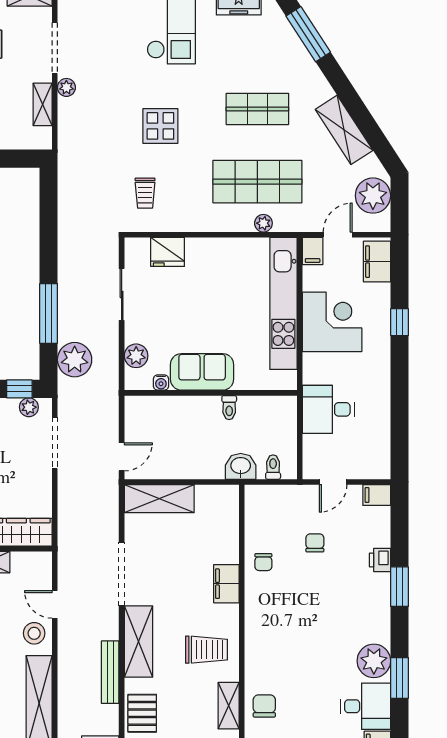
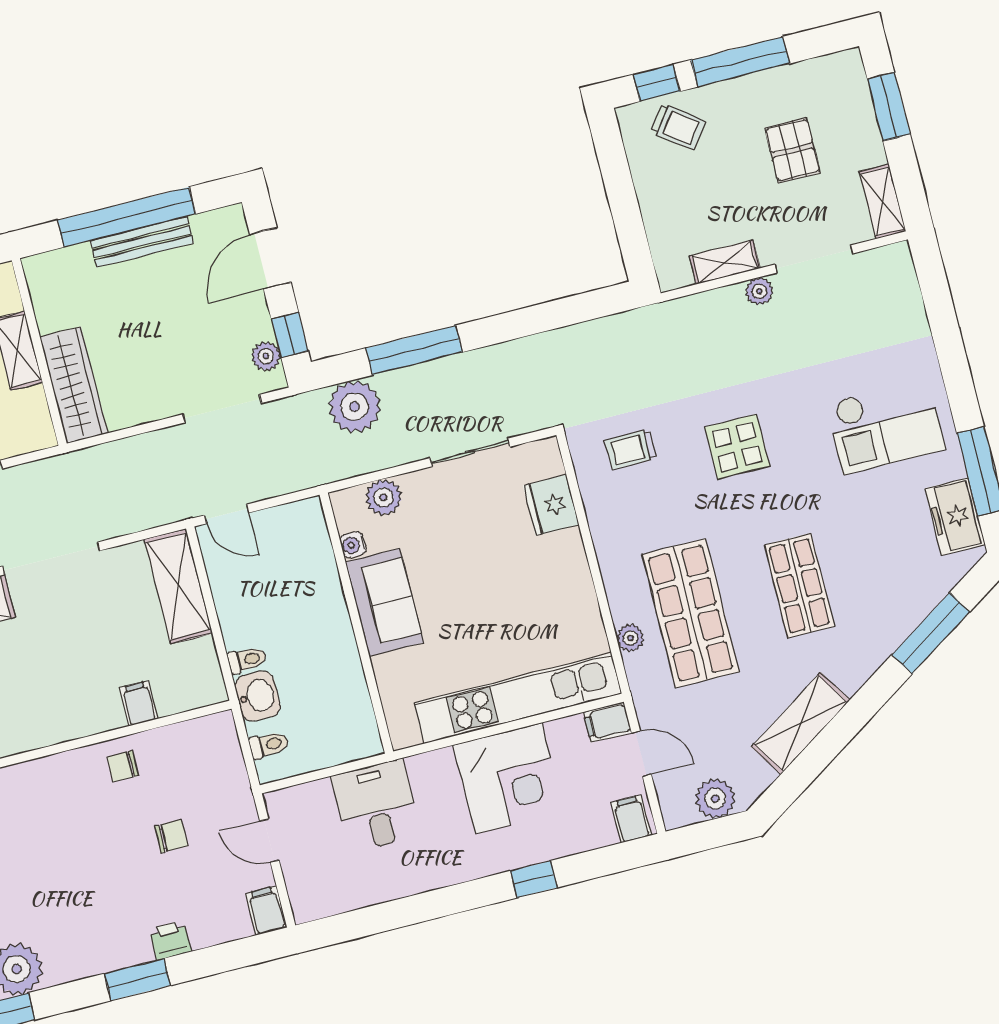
plant: (373, 196) -> (715, 799), width x0.73, depth x0.73
filing cabinet: (377, 262) -> (631, 819), width x0.50
toilet: (229, 408) -> (247, 660), moved, turned 180
filing cabinet: (226, 584) -> (139, 703), moved, width x0.50

